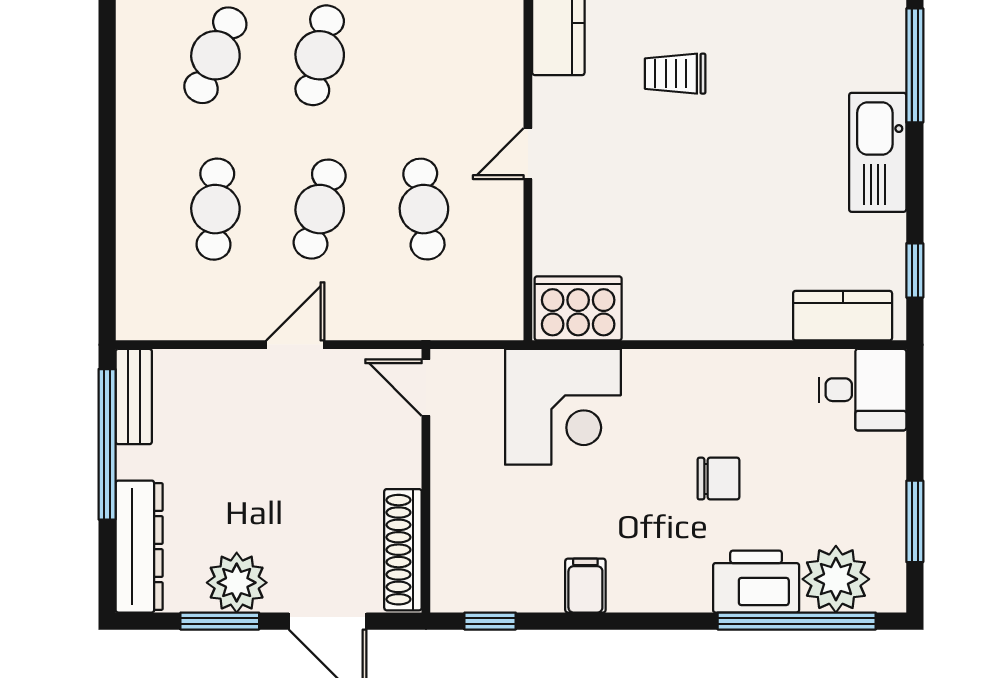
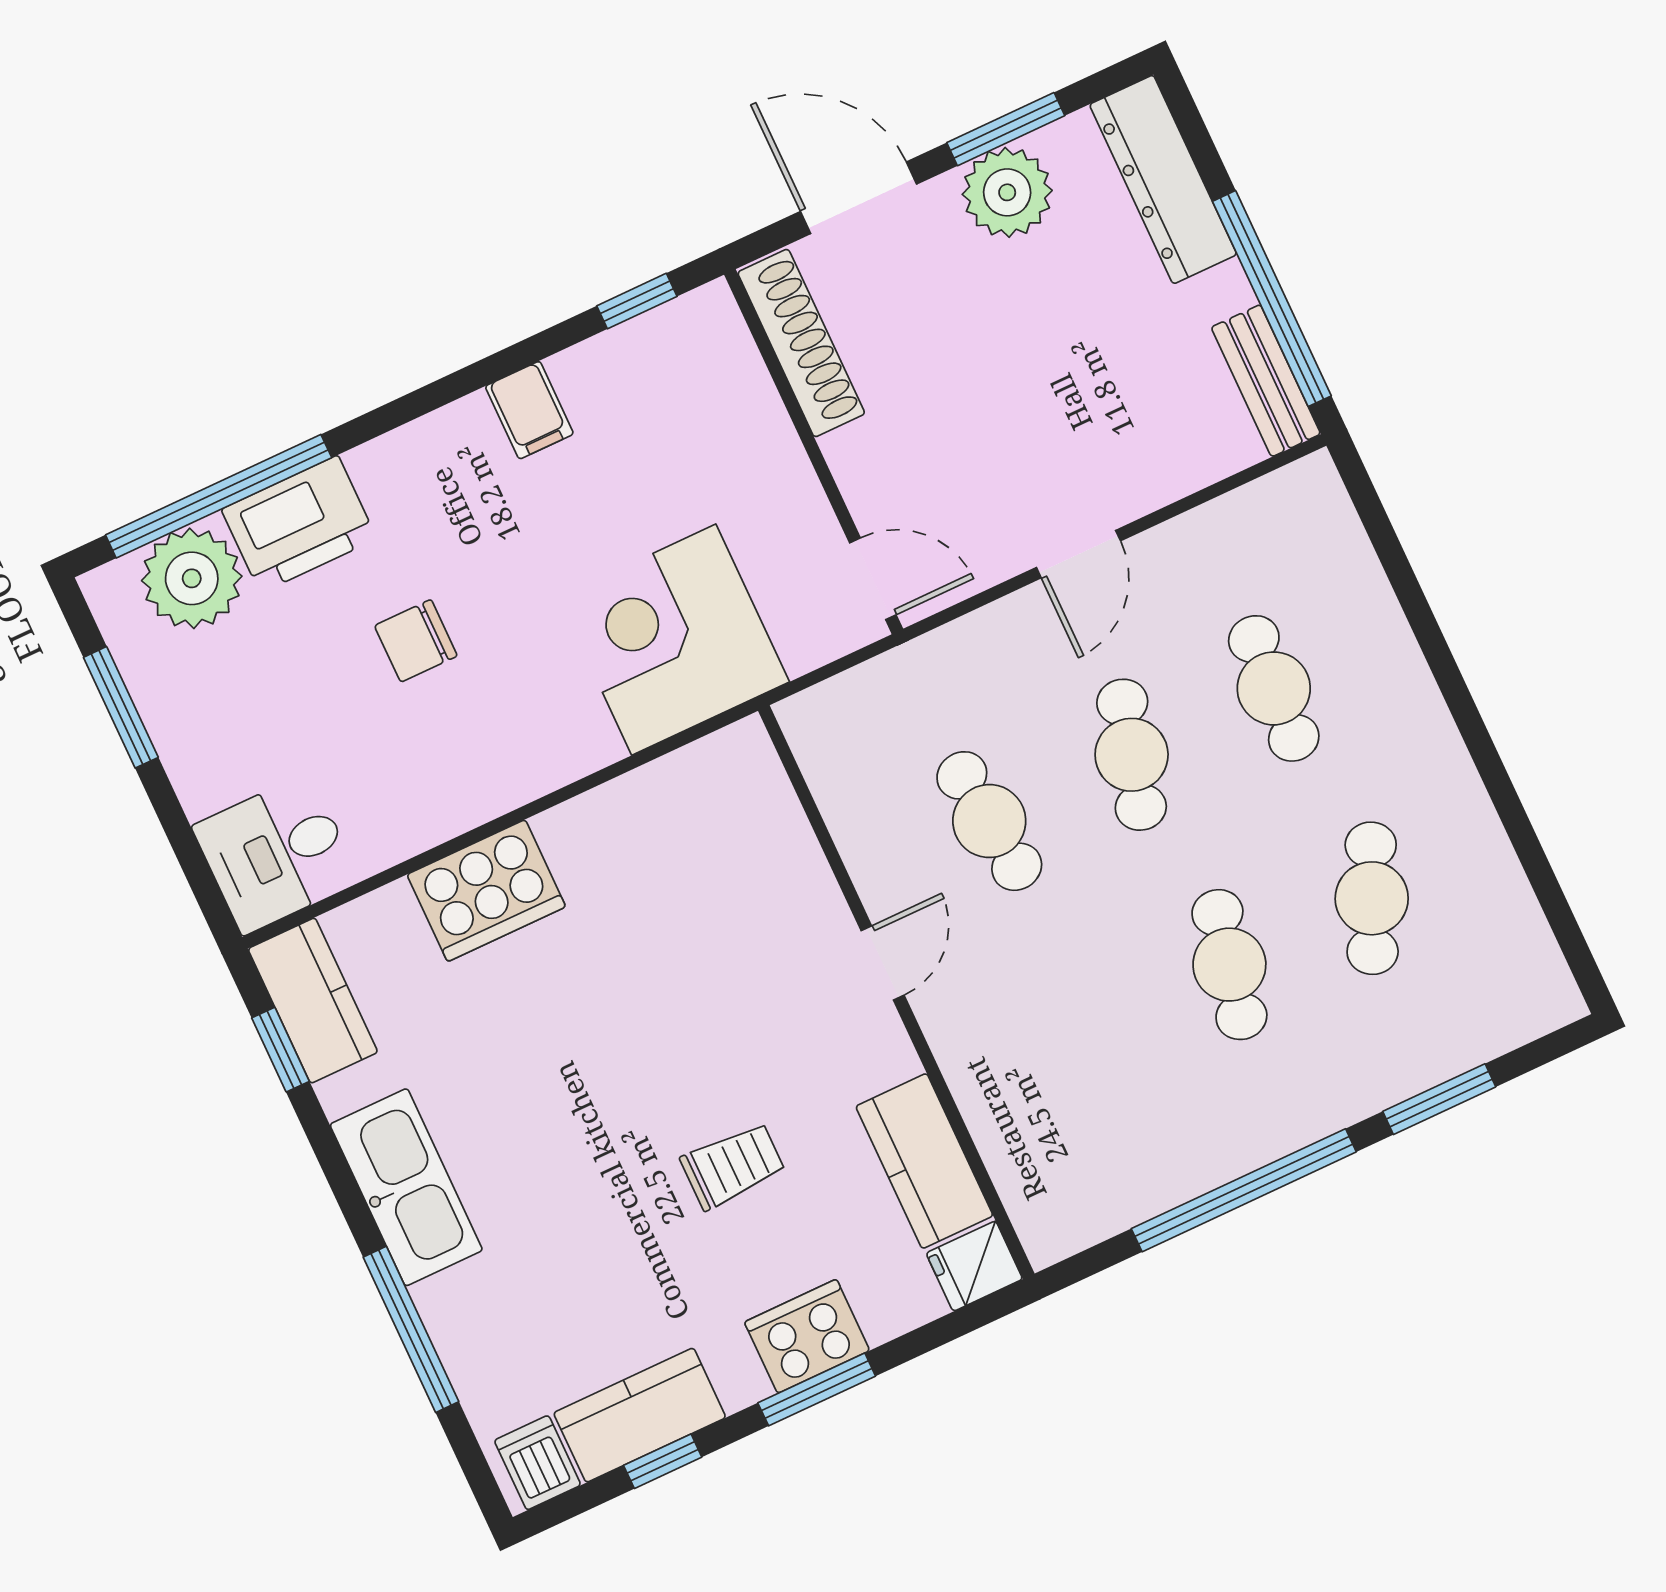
cooker: (578, 308) -> (486, 891), moved
kitchen counter: (843, 316) -> (313, 1001), moved, turned -90

